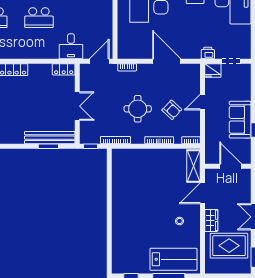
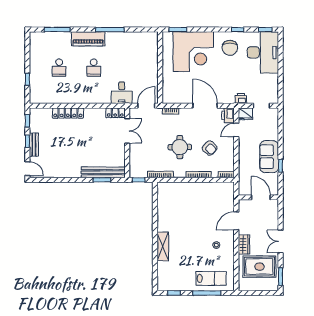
school desk: (39, 18) -> (94, 68), width x0.54
printer: (193, 72) -> (228, 115), added
door: (202, 102) -> (236, 130), moved
double door: (77, 106) -> (127, 131), moved
shelving: (193, 166) -> (163, 246), moved
lab bench: (173, 259) -> (211, 278), width x0.73, depth x0.72

